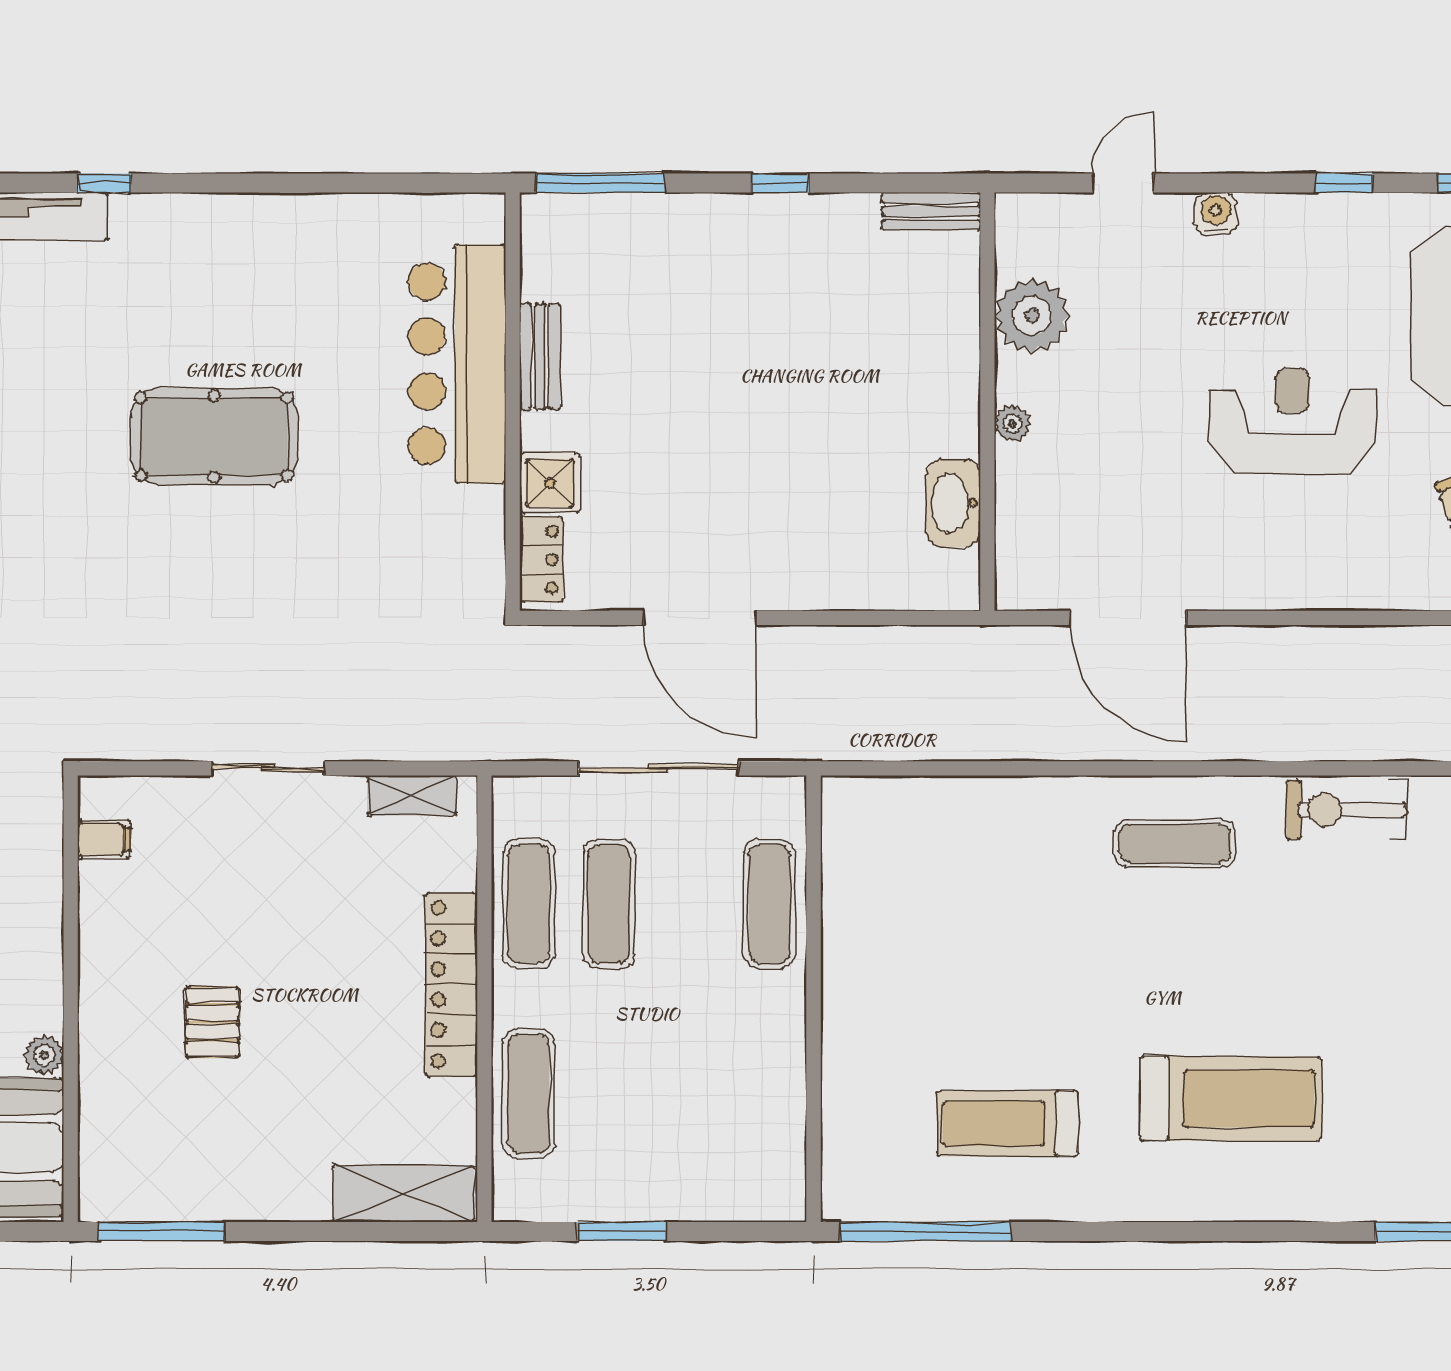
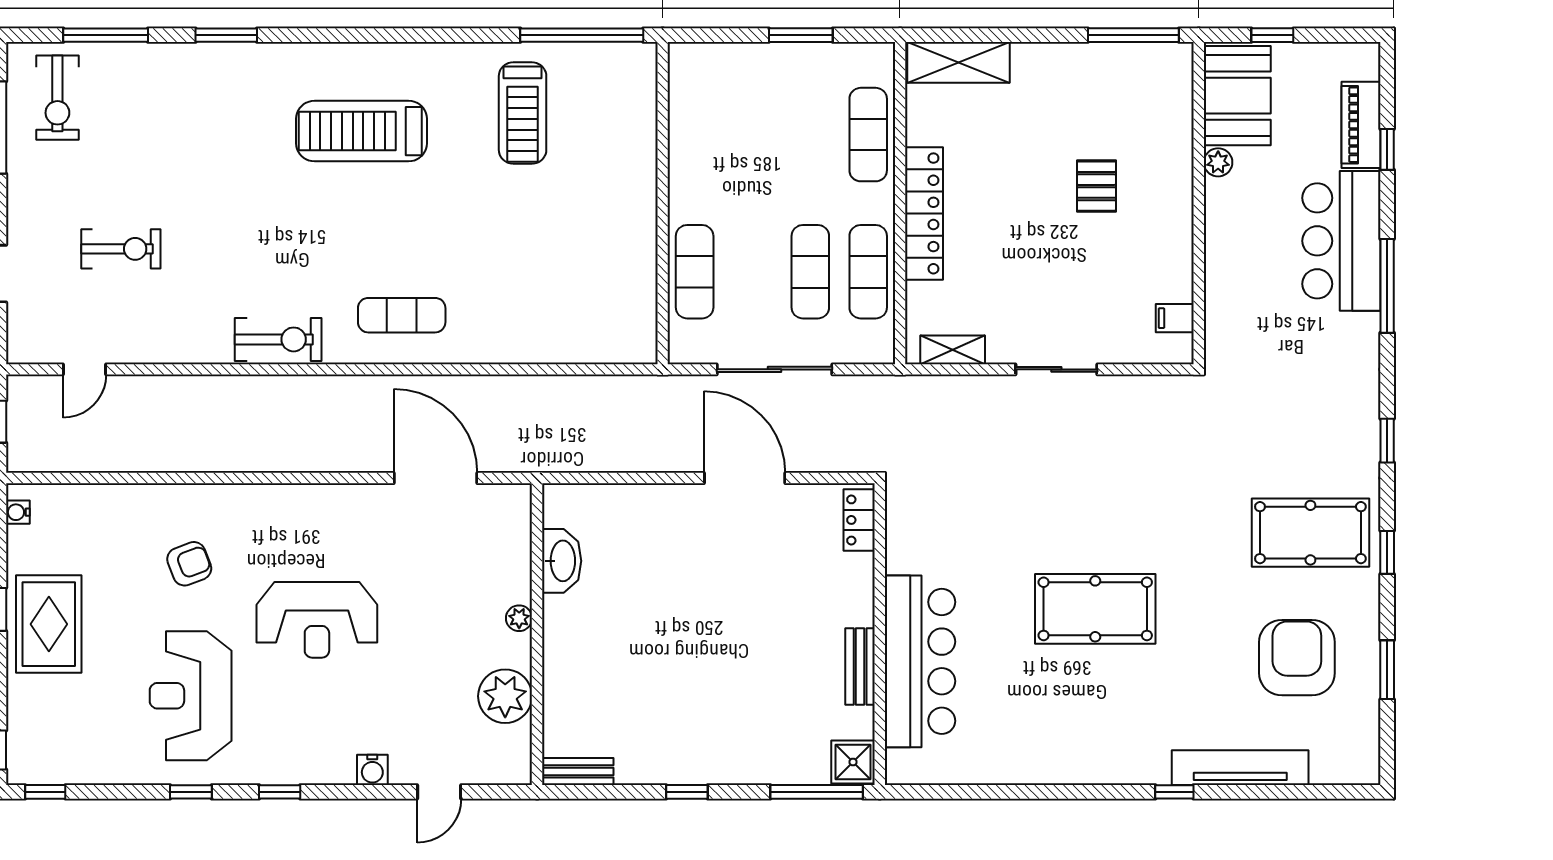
shower: (550, 483) -> (853, 762), moved
treadmill: (1008, 1124) -> (523, 113), turned 90

